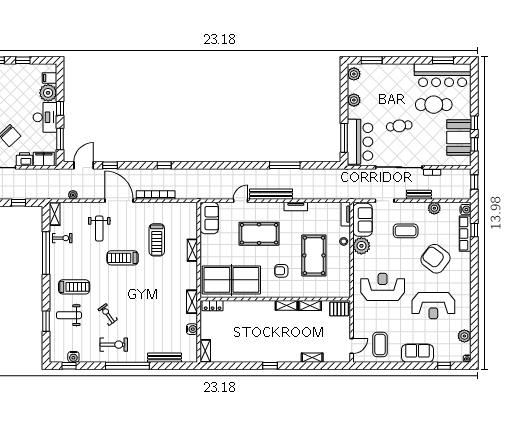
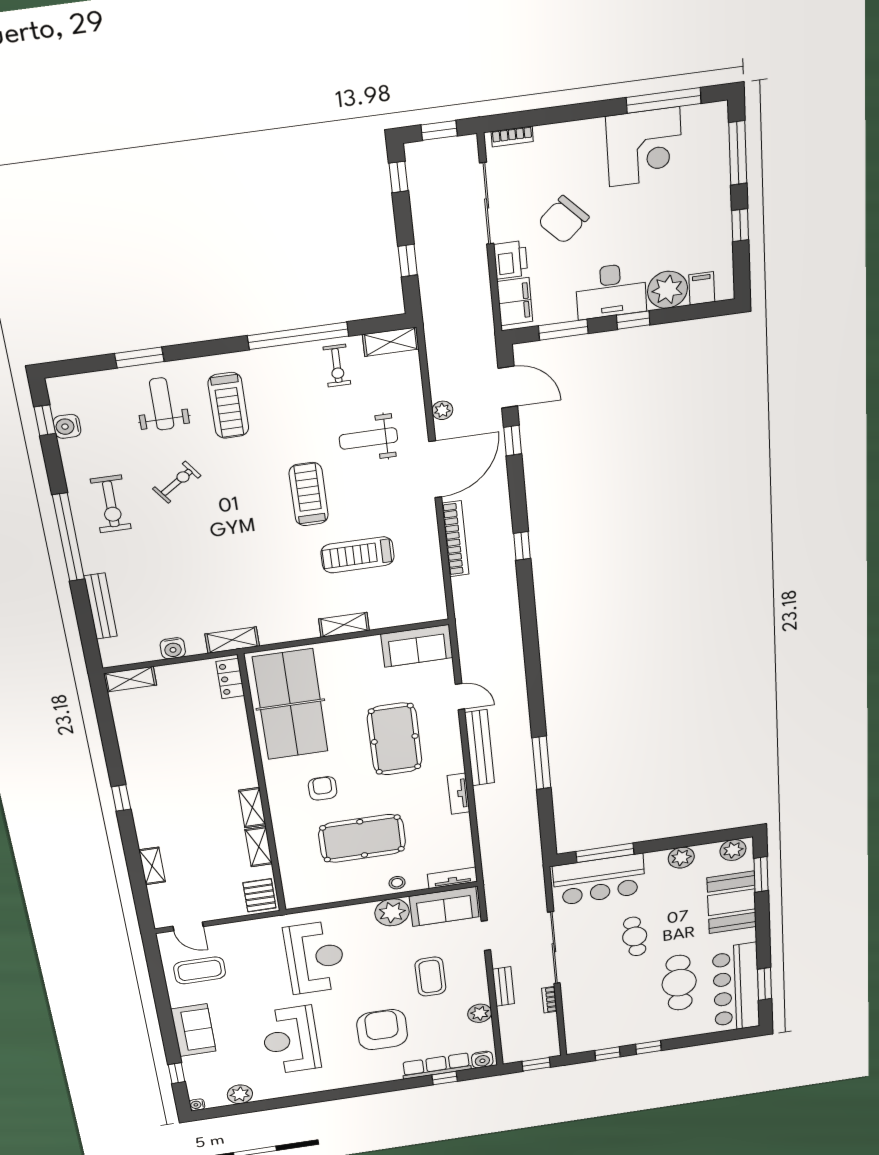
booth: (459, 137) -> (732, 902), moved, turned 90
plant: (73, 195) -> (442, 410), moved
armchair: (435, 259) -> (382, 1030), turned -37

